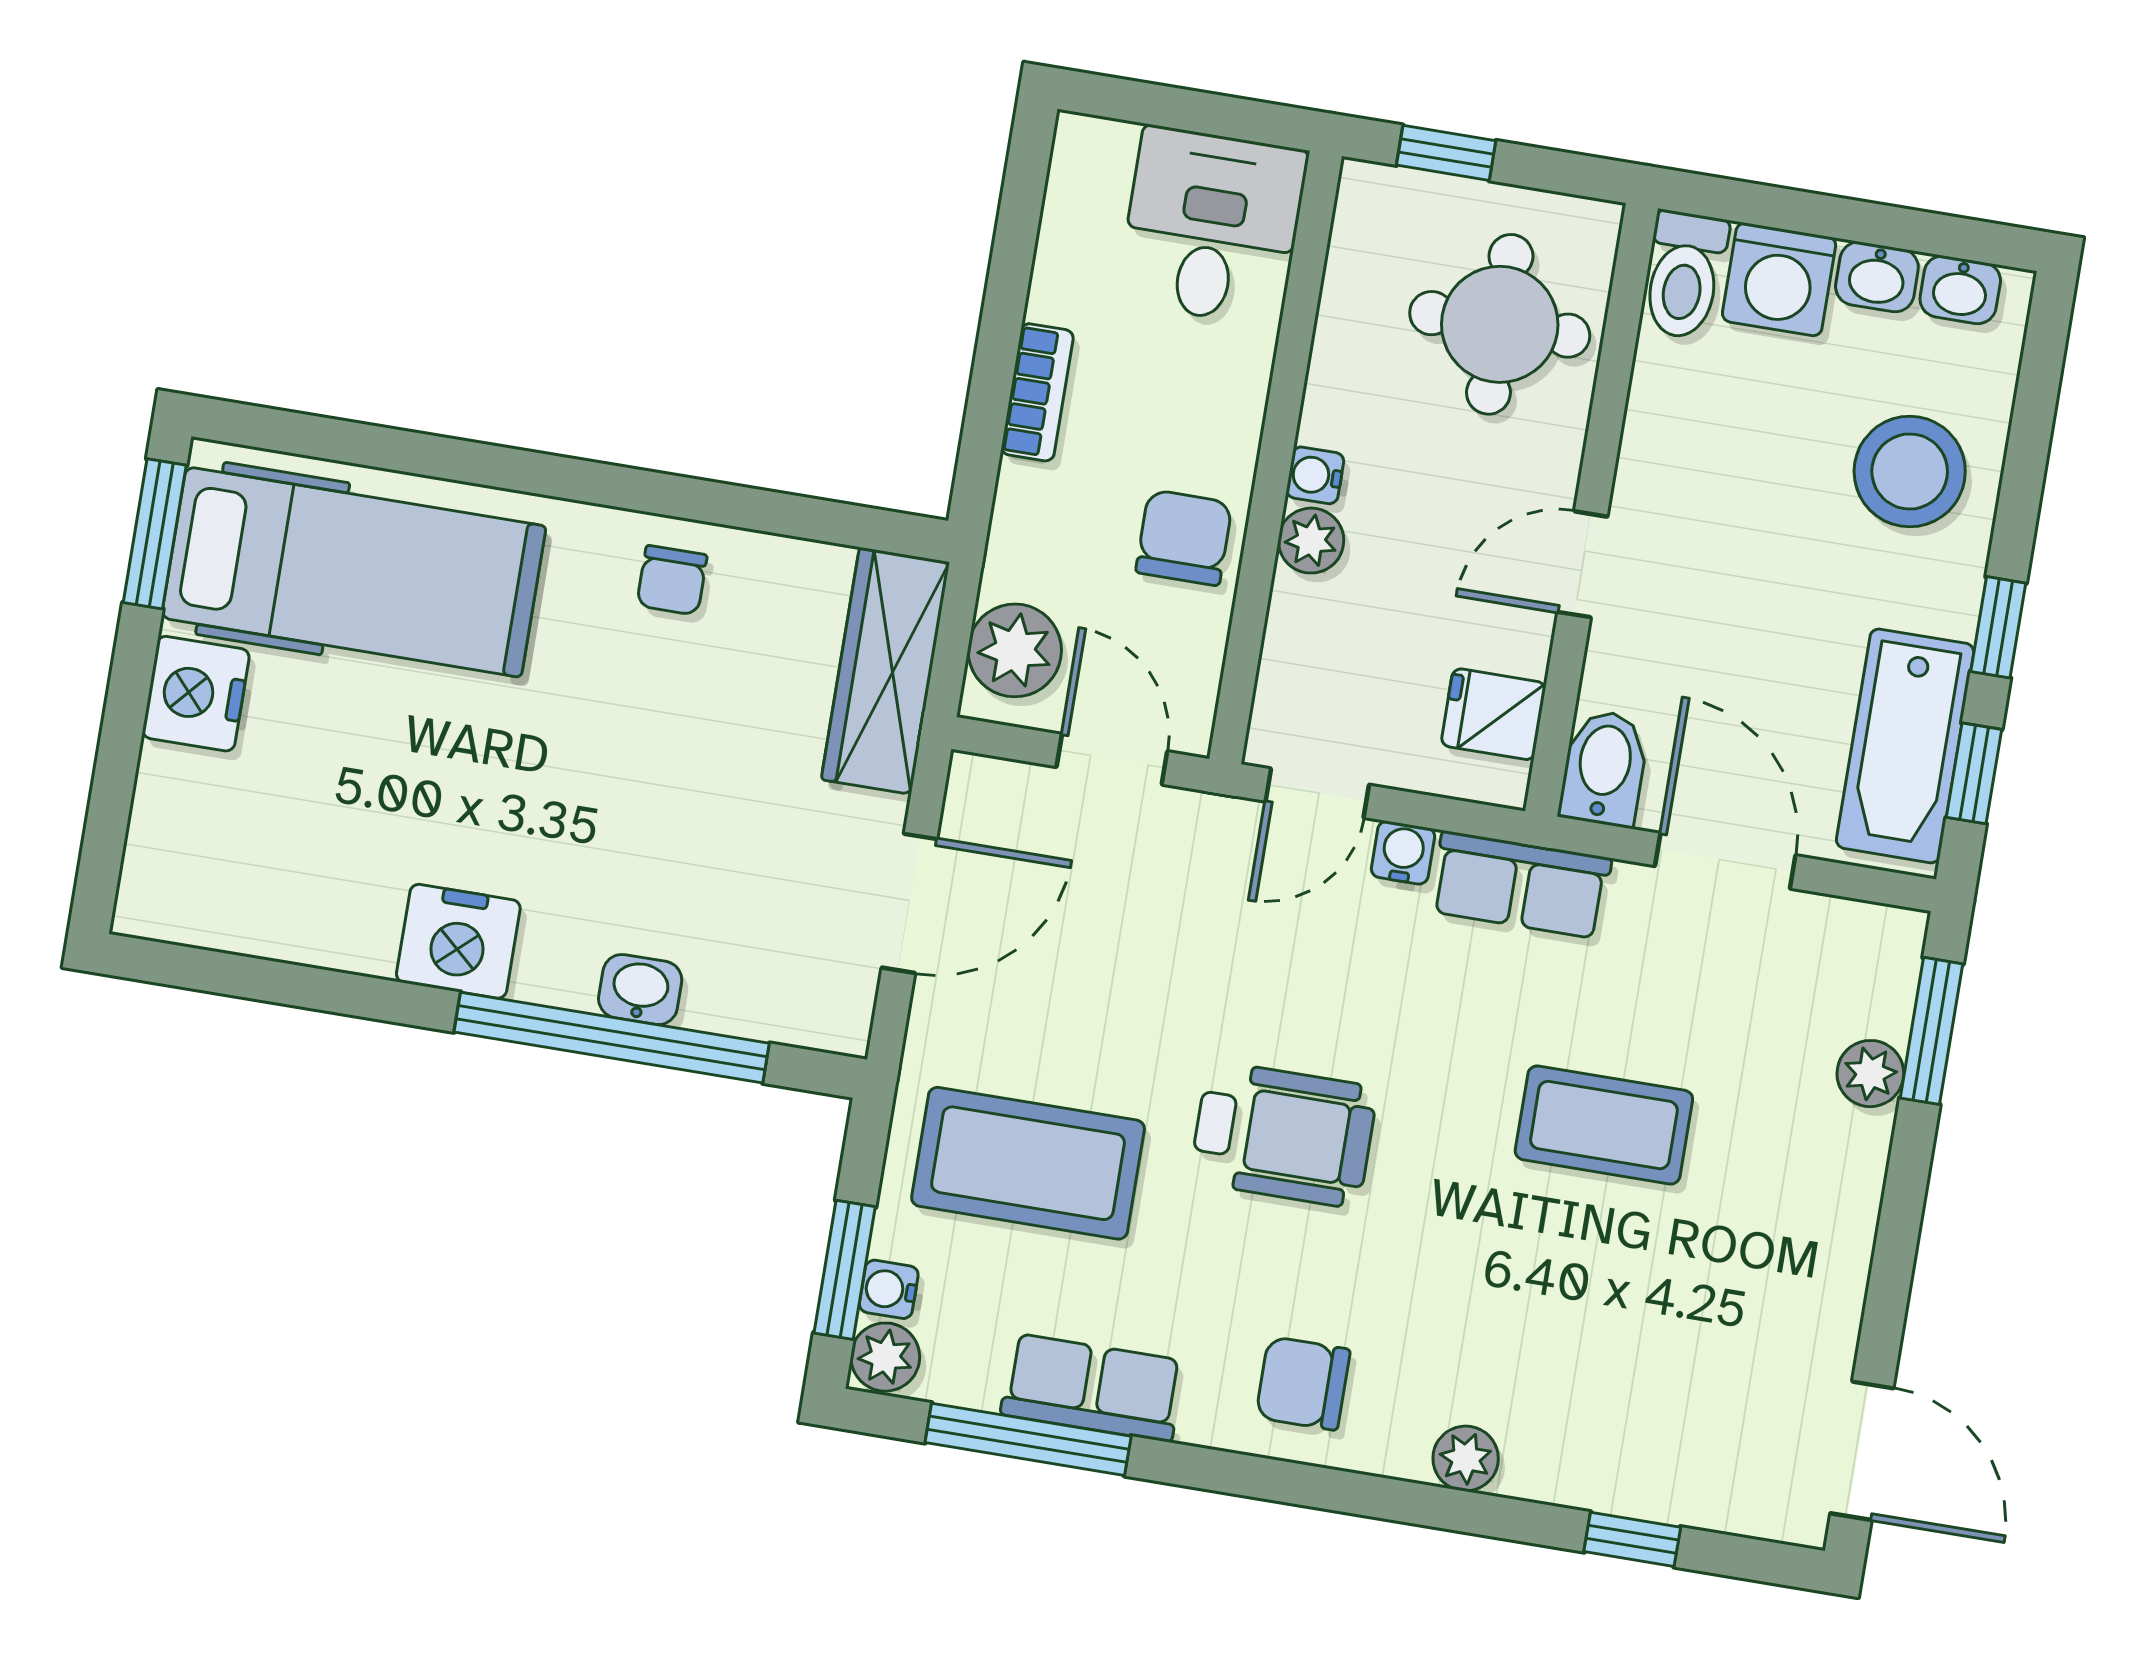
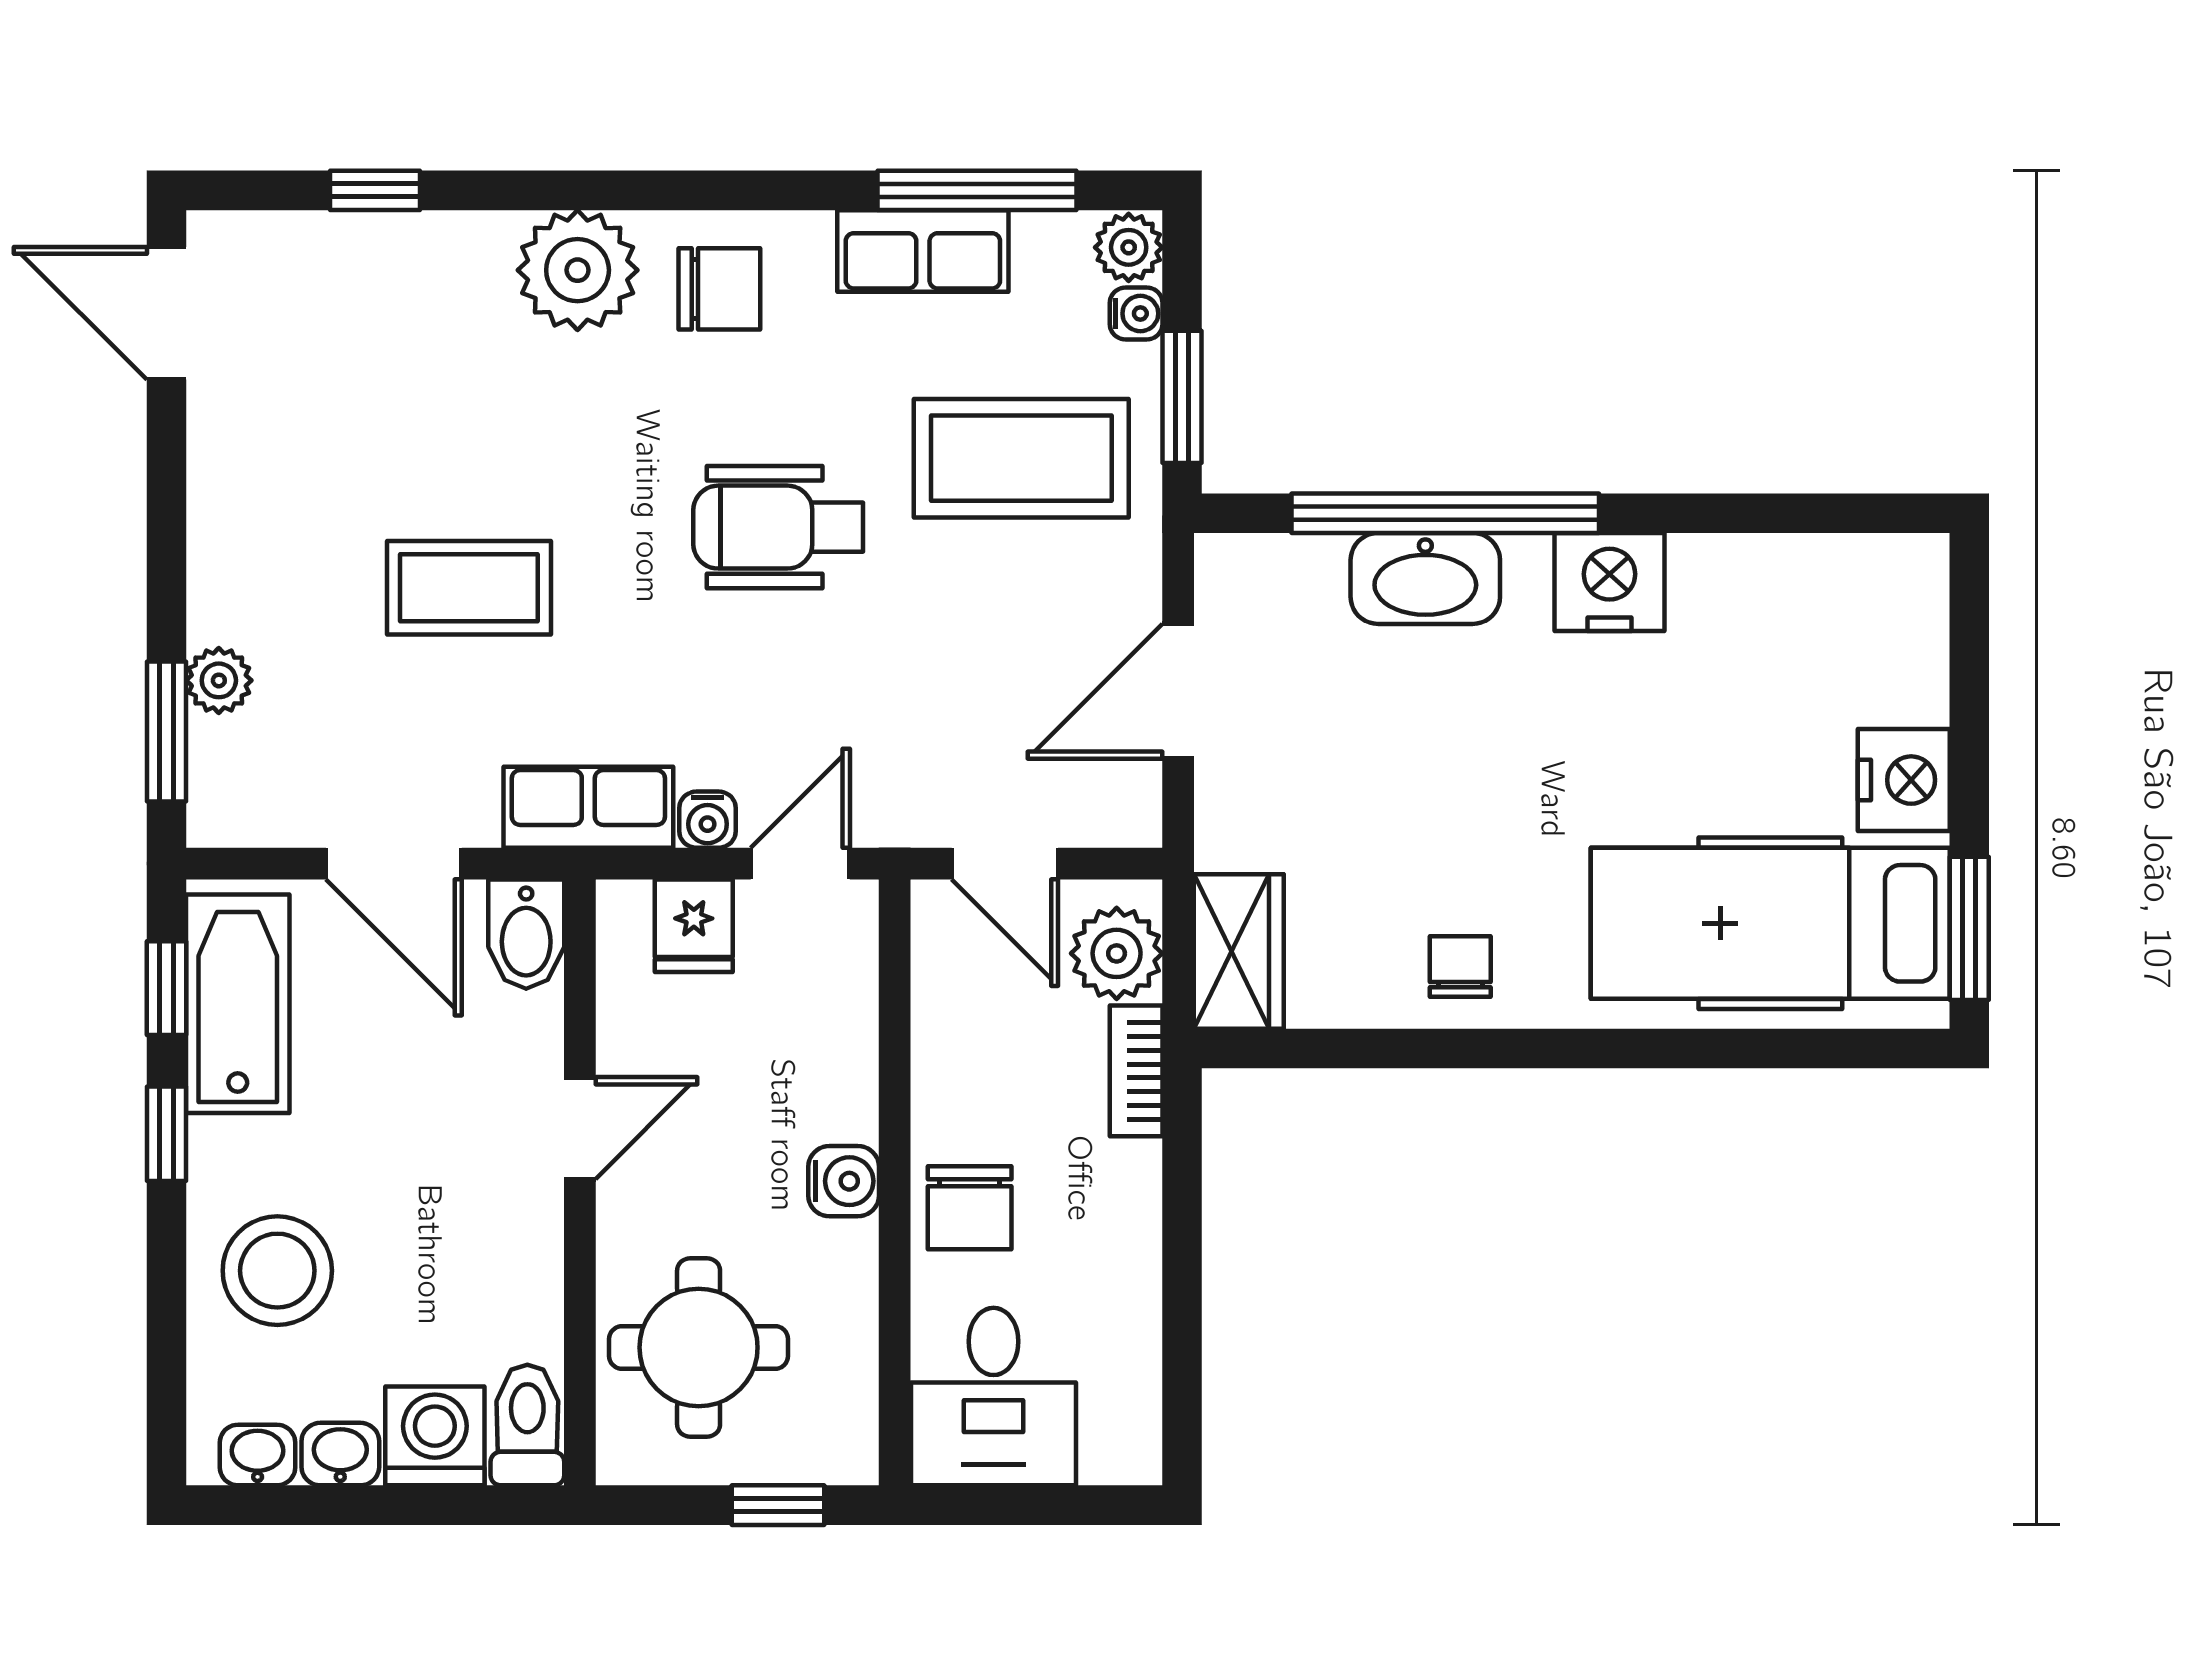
bookcase: (1037, 392) -> (1136, 1071), moved
water cooler: (1315, 475) -> (844, 1181), width x1.38, depth x1.38
chair: (1184, 538) -> (970, 1208), moved
plant: (1311, 541) -> (847, 1107), removed
wardrobe: (885, 671) -> (1239, 952), width x0.67
fridge: (1494, 714) -> (694, 926), moved, turned 90
washbasin: (640, 990) -> (1425, 578), width x1.91, depth x1.45
window: (845, 1270) -> (1182, 397), moved
plant: (1466, 1458) -> (578, 270), width x1.87, depth x1.87

